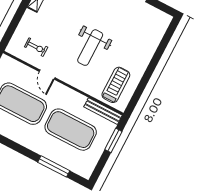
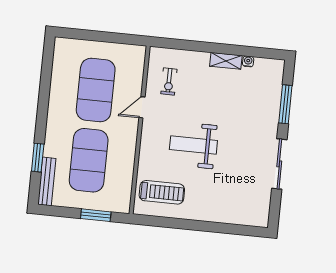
bench: (103, 111) -> (47, 181), moved
window: (54, 166) -> (38, 158), width x0.69

